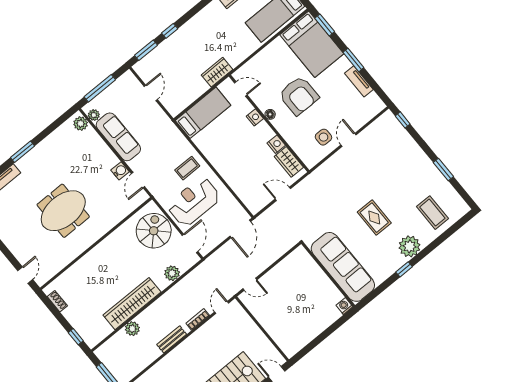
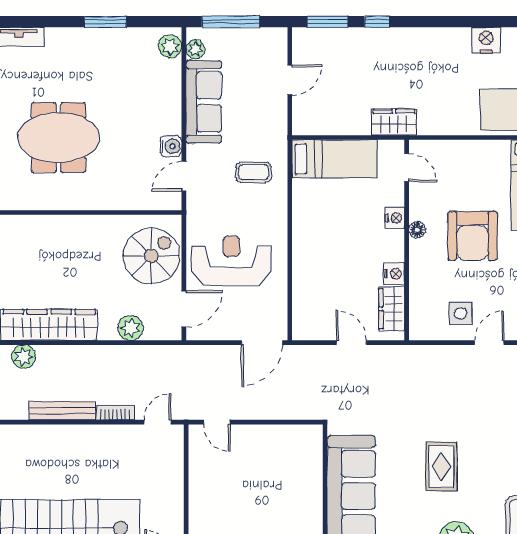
window: (22, 152) -> (105, 22), moved
coffee table: (187, 168) -> (253, 172), moved
bench: (172, 339) -> (62, 411), width x1.36

